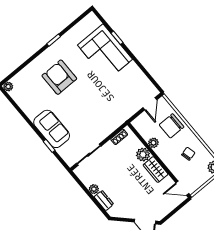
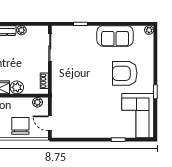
corner sofa: (105, 52) -> (138, 116), moved, turned -90
armchair: (59, 77) -> (125, 73), turned 180
sofa: (52, 129) -> (115, 36), moved
plant: (153, 143) -> (37, 102), moved

